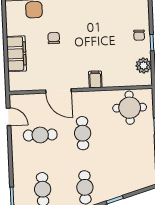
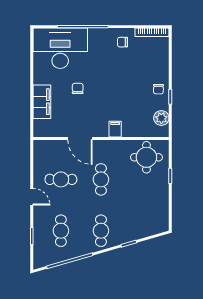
door: (9, 117) -> (32, 197), moved

